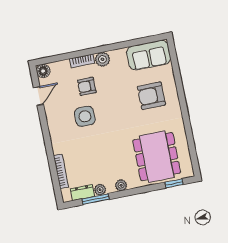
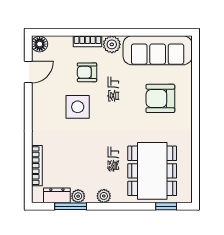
sofa: (149, 55) -> (158, 50), width x1.36

